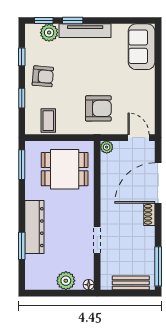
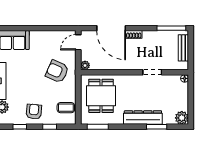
armchair: (98, 108) -> (57, 71), turned -66
plant: (66, 281) -> (182, 118), moved

